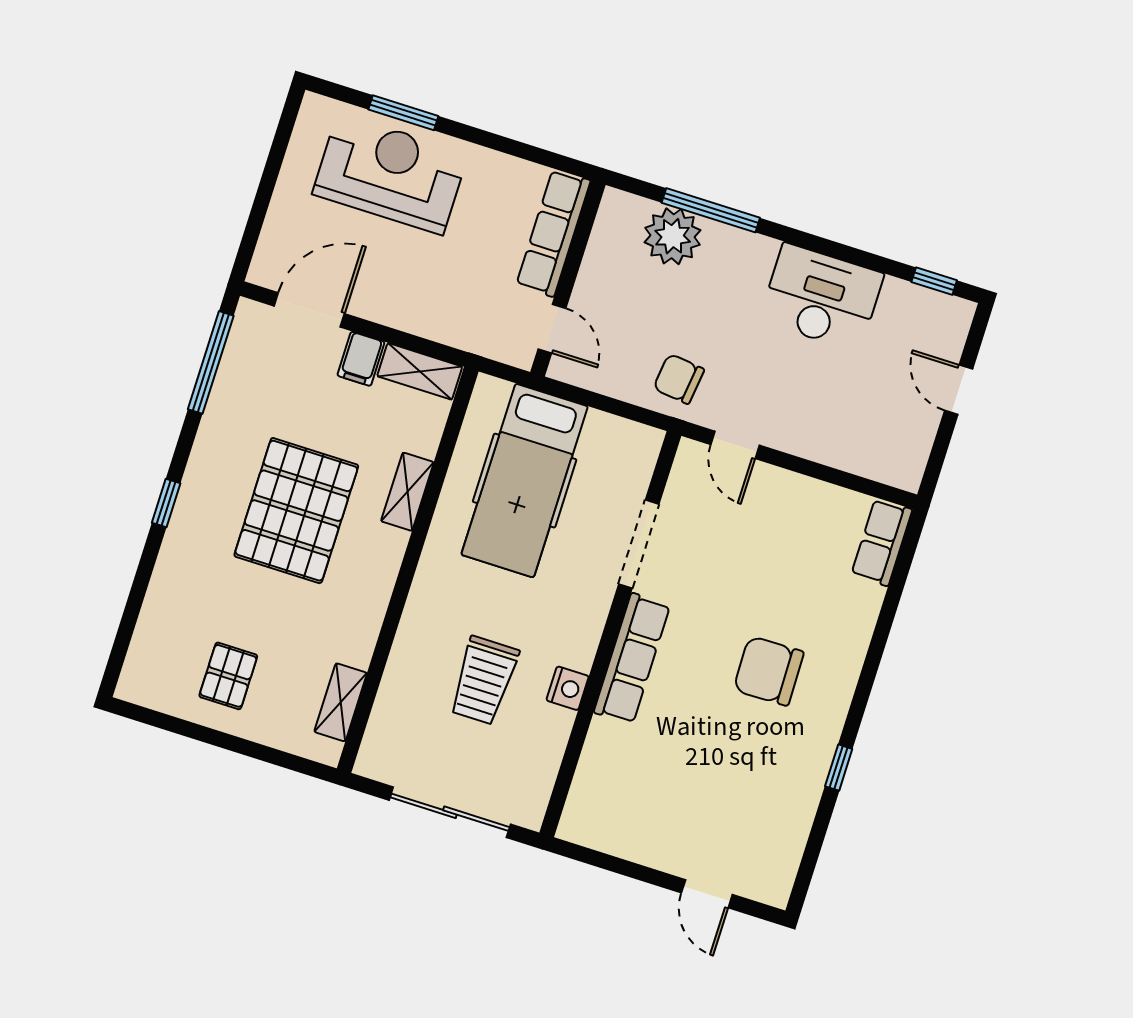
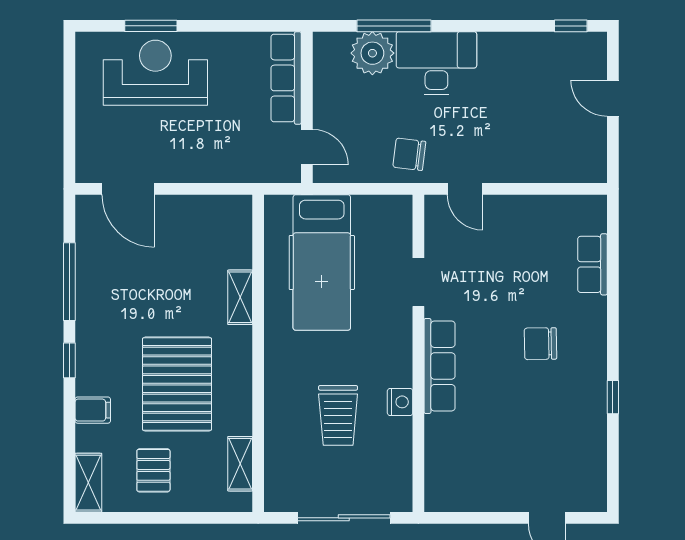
desk: (822, 297) -> (436, 63), moved
door: (309, 310) -> (128, 189), swing flipped
filing cabinet: (361, 359) -> (93, 410), moved, turned -90
window: (211, 362) -> (69, 282), moved
shelving: (420, 371) -> (88, 483), moved, turned 90
pallet: (296, 511) -> (177, 384), moved
row of seats: (882, 542) -> (592, 264), moved
doorway: (639, 544) -> (418, 282), width x0.73
chair: (769, 671) -> (540, 344), width x0.73, depth x0.73

